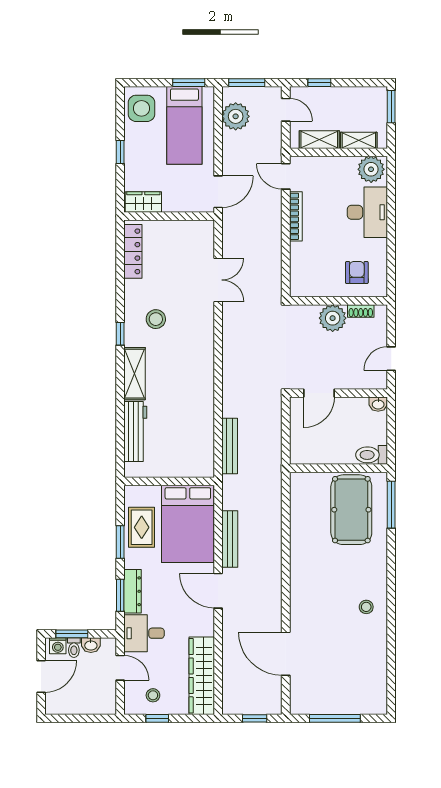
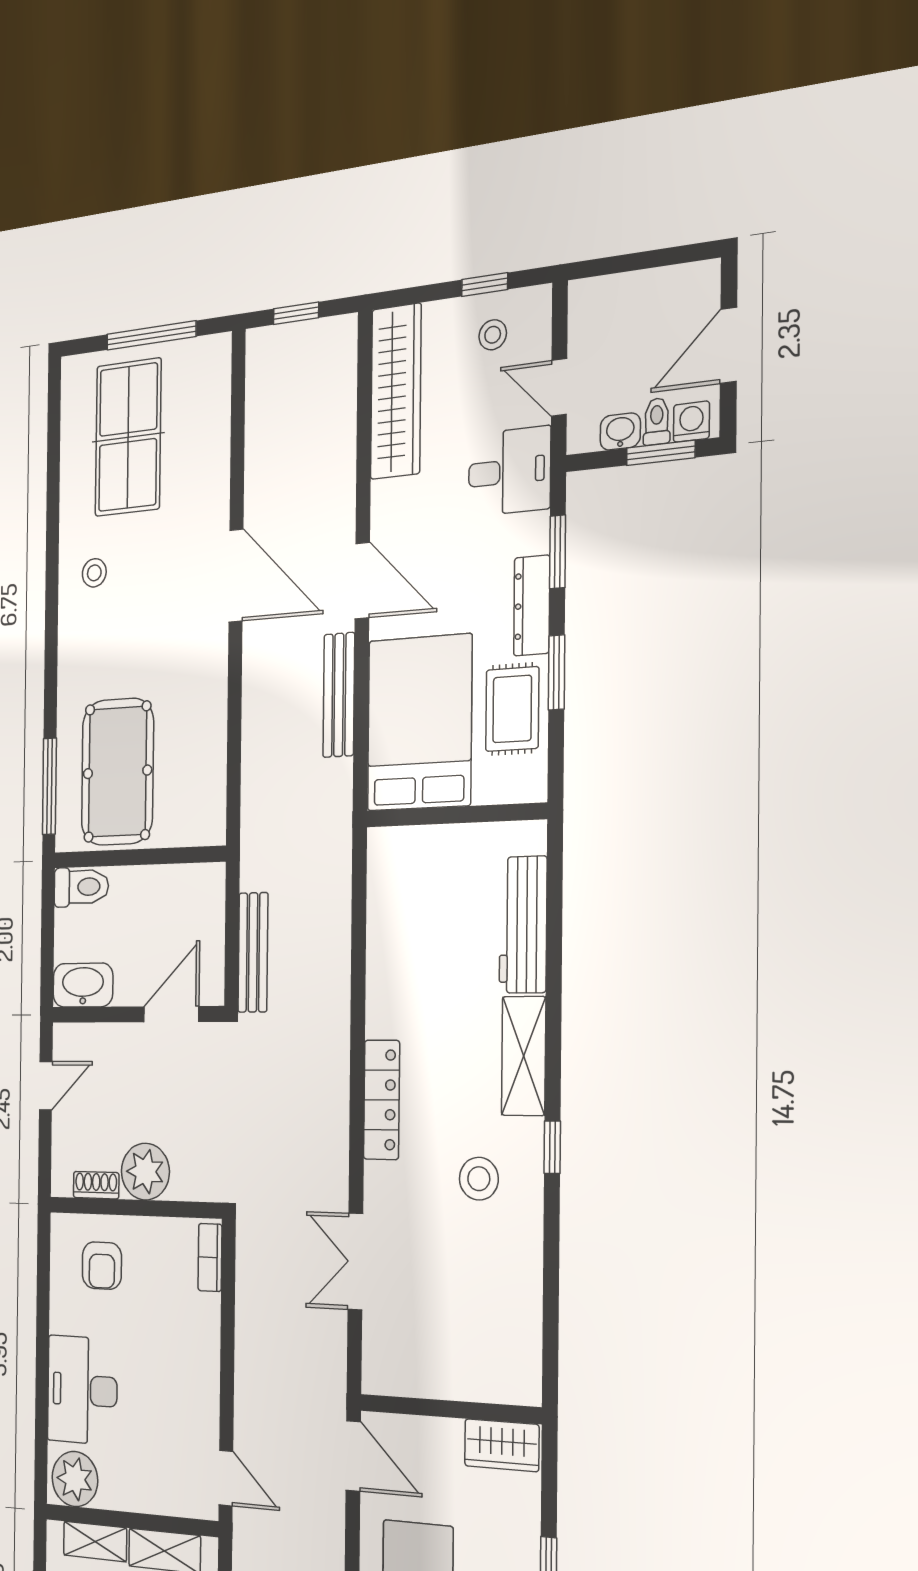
door: (218, 192) -> (353, 1456), swing flipped
bookcase: (296, 216) -> (210, 1257), moved, width x0.64
locker: (133, 251) -> (382, 1100), moved, turned 180
washbasin: (378, 404) -> (83, 985), width x1.91, depth x1.45
bench: (230, 446) -> (253, 952), moved
dresser: (133, 591) -> (532, 605), moved
door: (286, 654) -> (236, 576), moved
table tennis table: (348, 671) -> (128, 437), added

